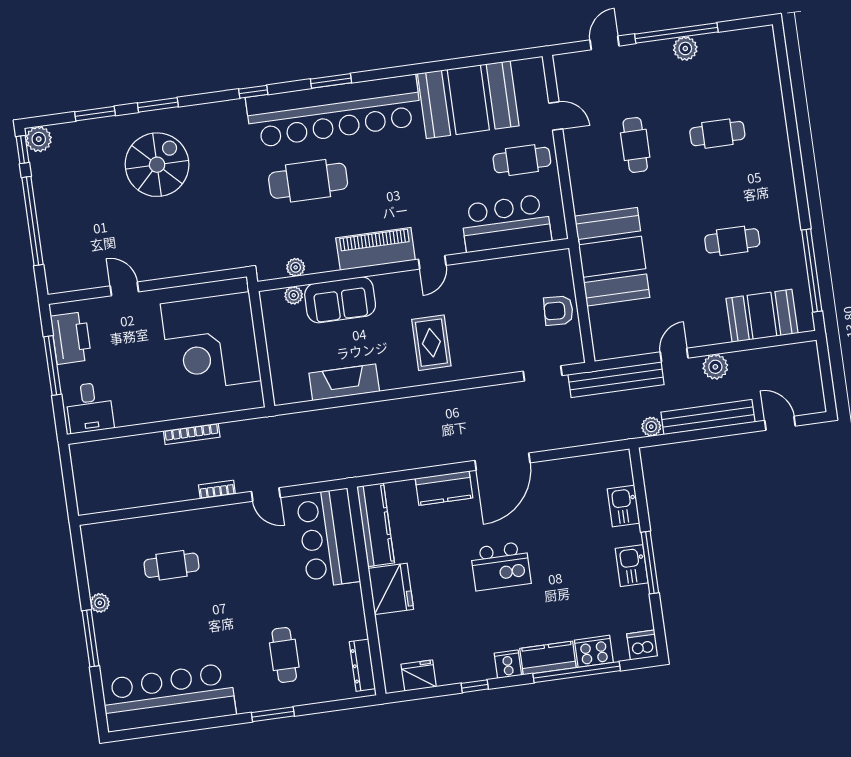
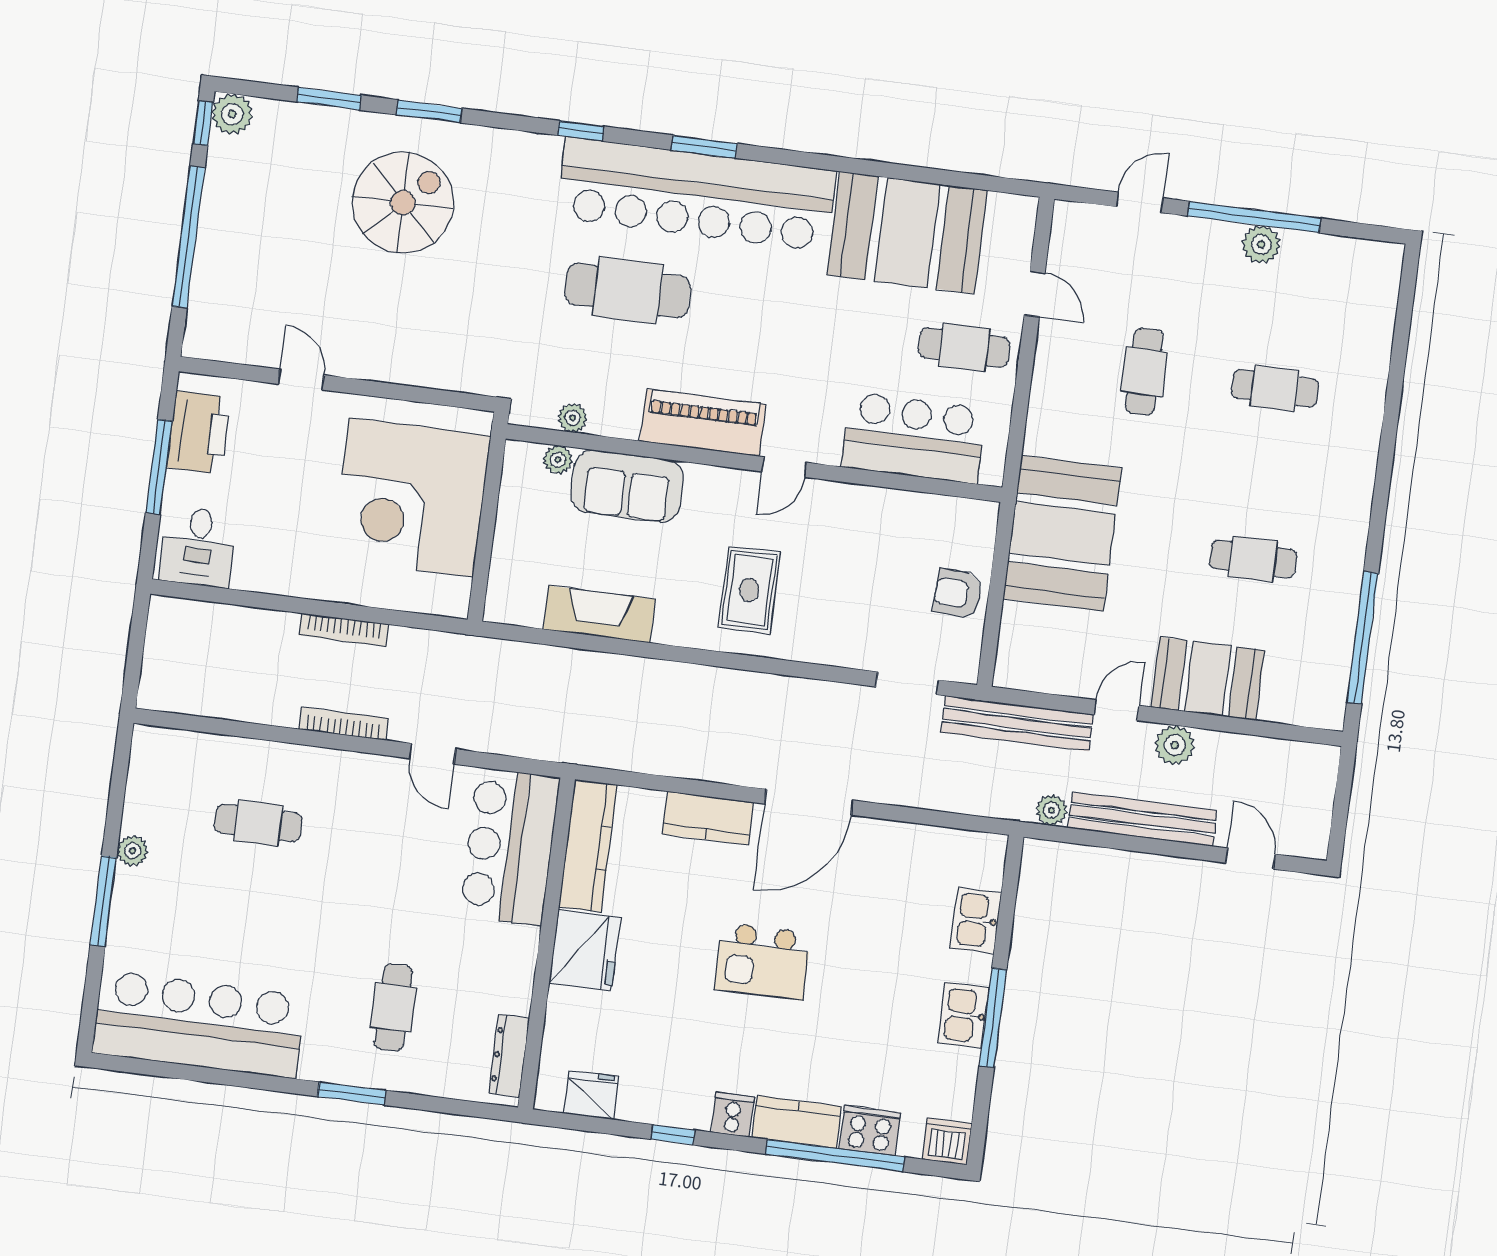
booth: (762, 316) -> (1208, 679), moved
bookcase: (217, 490) -> (344, 724), width x1.56

